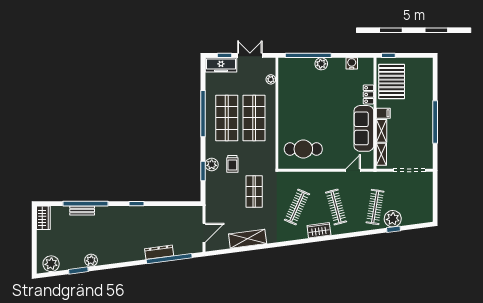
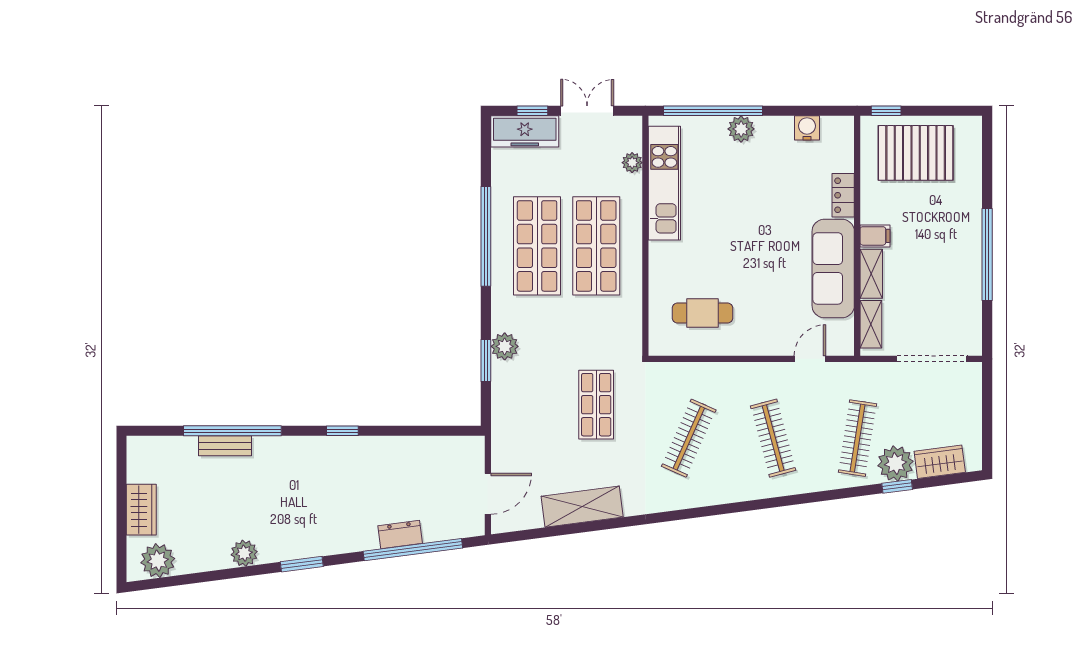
pallet: (392, 82) -> (916, 153), moved, turned 90
kitchen unit: (286, 89) -> (664, 183), added
cafe table: (303, 149) -> (702, 313), width x0.73, depth x0.74
trolley: (232, 164) -> (549, 345), removed
wardrobe: (43, 218) -> (141, 510), moved
wardrobe: (319, 230) -> (940, 462), moved
dresser: (159, 252) -> (400, 534), width x0.70
window: (78, 270) -> (302, 564), moved

